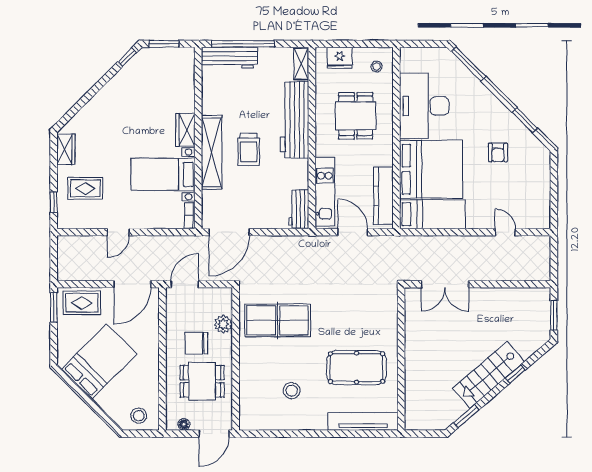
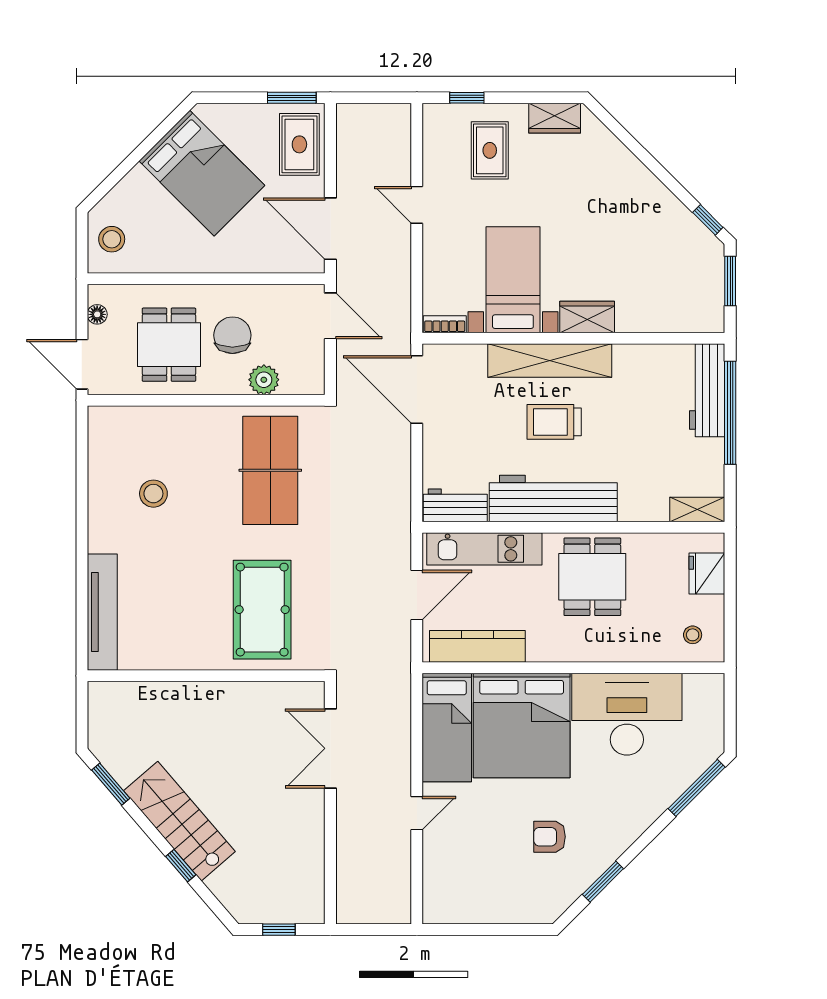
dining table: (356, 116) -> (592, 577), moved, turned 90
workbench: (295, 120) -> (553, 499), moved
door: (505, 232) -> (417, 813), moved
window: (554, 315) -> (279, 930), width x0.67
pool table: (357, 368) -> (262, 610), moved

